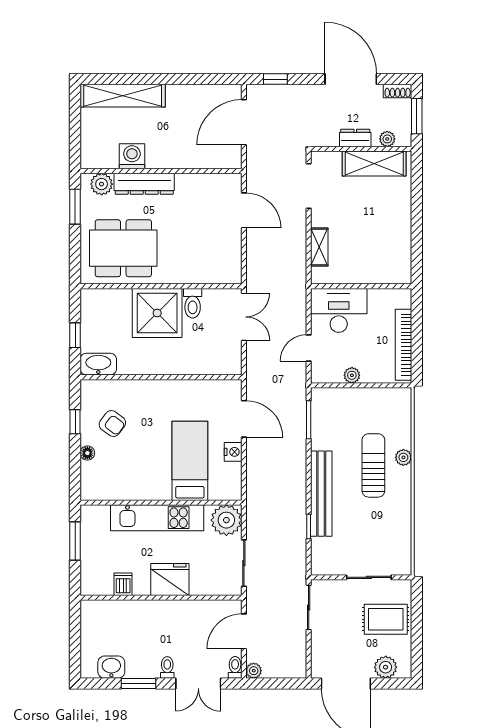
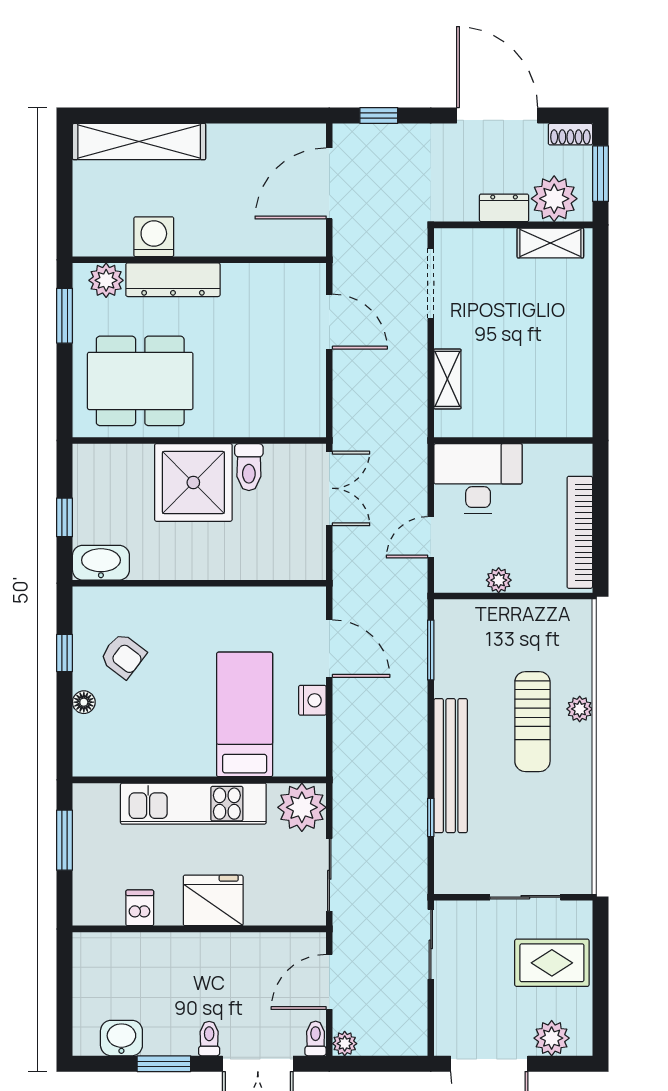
plant: (387, 139) -> (554, 199), width x1.88, depth x1.88
shelving: (374, 163) -> (550, 243), width x0.67, depth x0.75
sun lounger: (373, 465) -> (532, 722), turned 180

